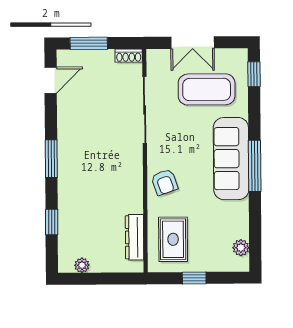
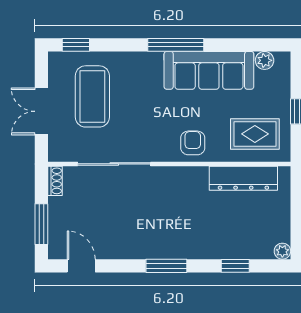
double door: (193, 43) -> (41, 111), swing flipped
sofa: (231, 159) -> (209, 70), moved
armchair: (164, 182) -> (193, 143), turned -71
dresser: (135, 237) -> (243, 178), width x1.37, depth x1.24
plant: (82, 265) -> (282, 251), moved

